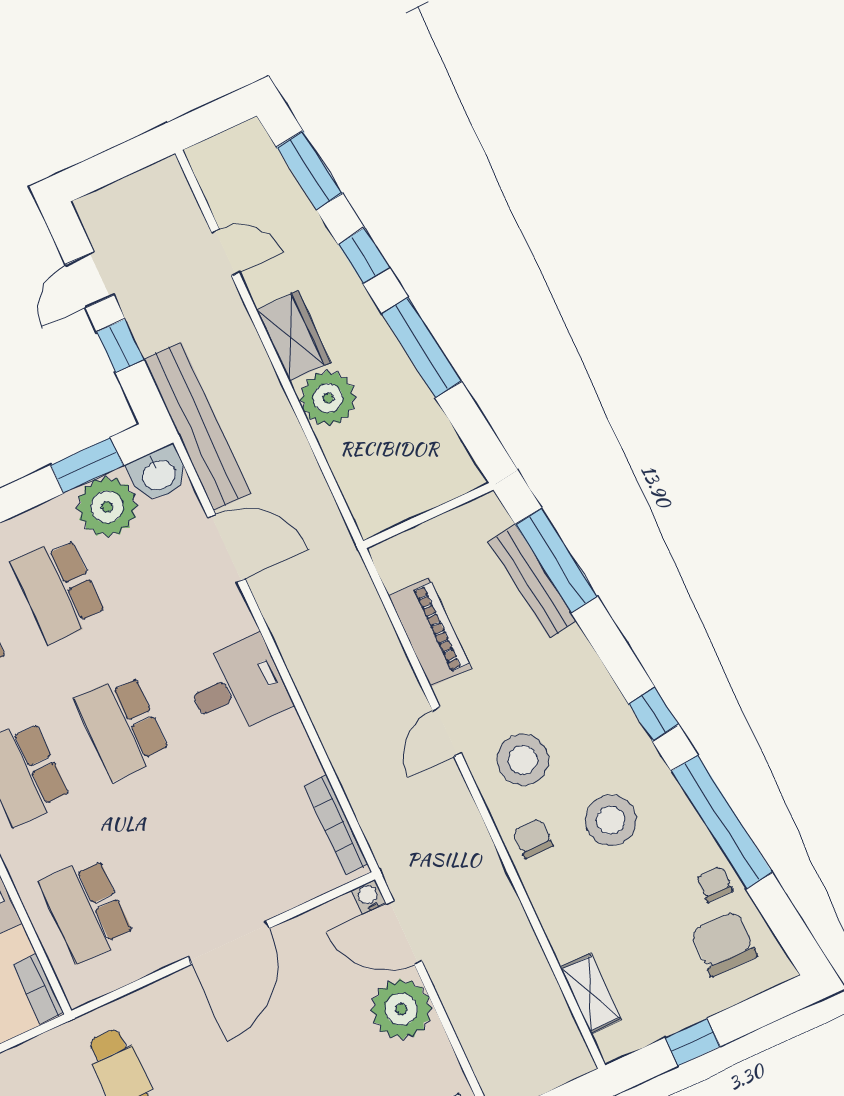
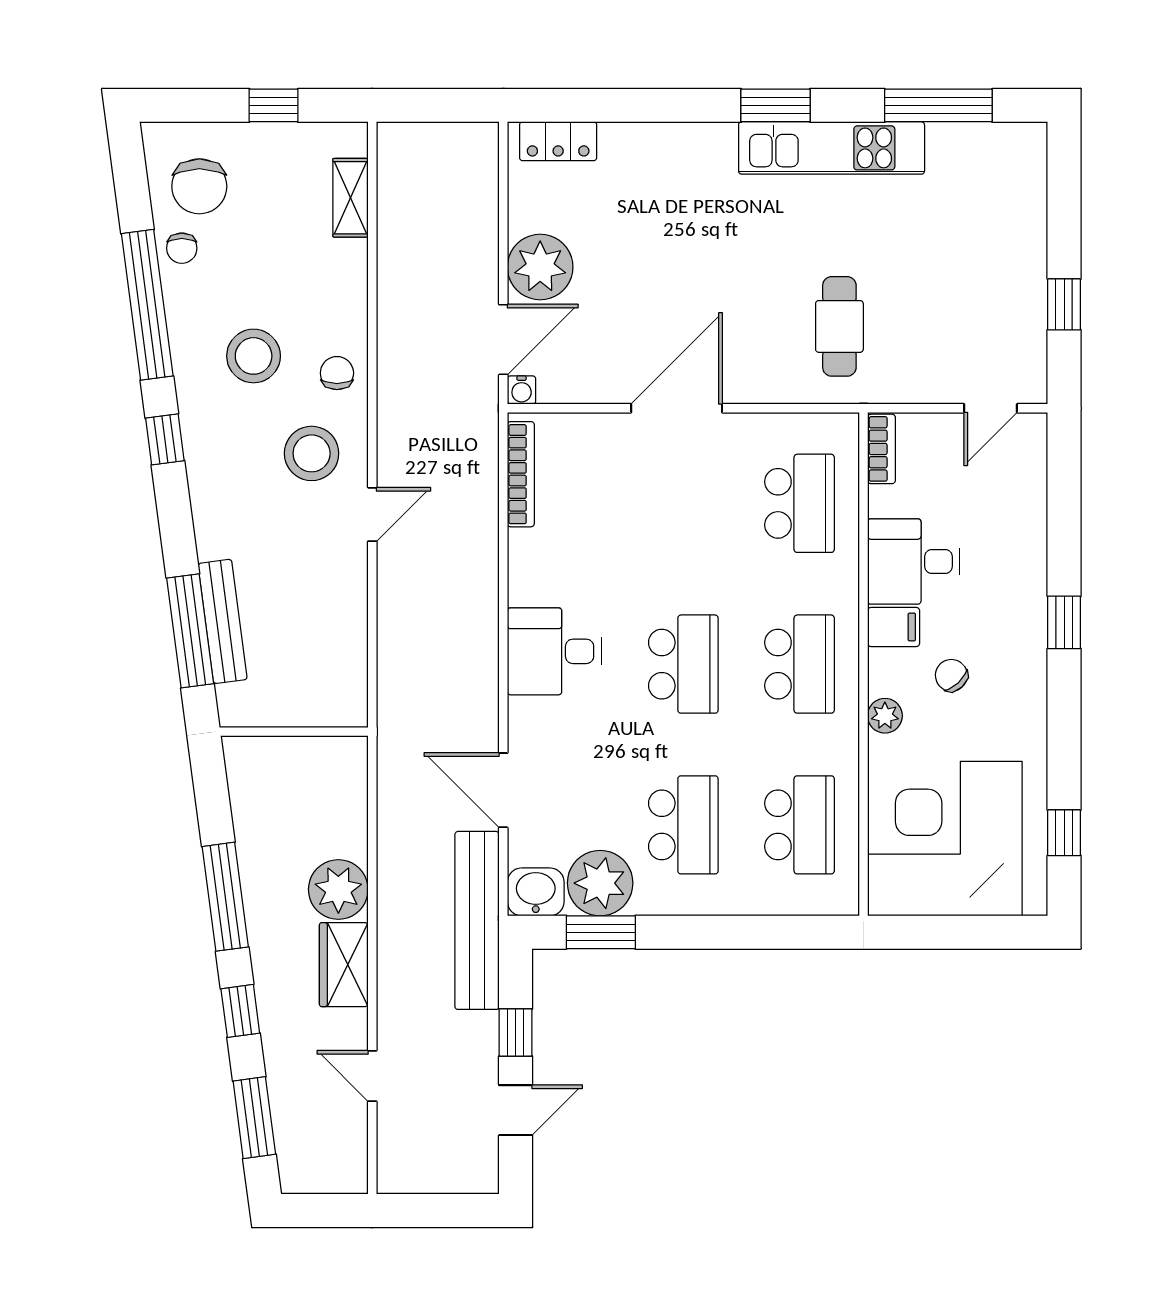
piano: (430, 632) -> (344, 618), removed
chair: (533, 838) -> (337, 373), turned 180
door: (404, 933) -> (503, 340), hinge flipped

